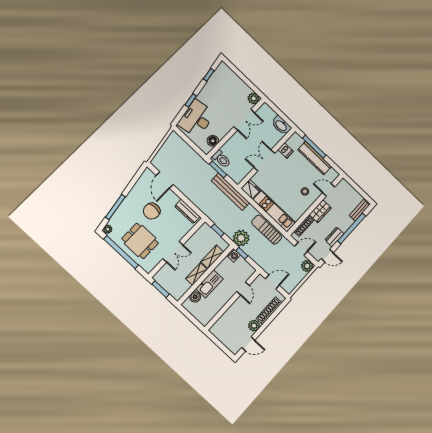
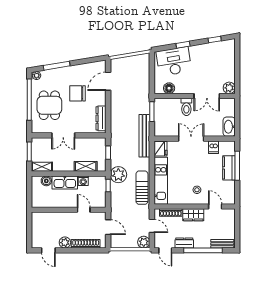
kitchen counter: (315, 158) -> (229, 168), width x0.67
toilet: (222, 159) -> (186, 107), moved
washing machine: (234, 255) -> (83, 181), moved
shelving: (196, 274) -> (42, 167), moved
door: (243, 288) -> (84, 210), swing flipped

